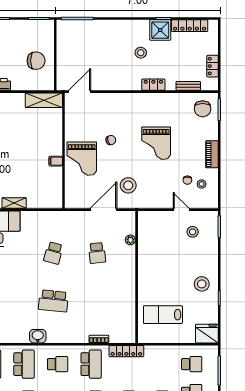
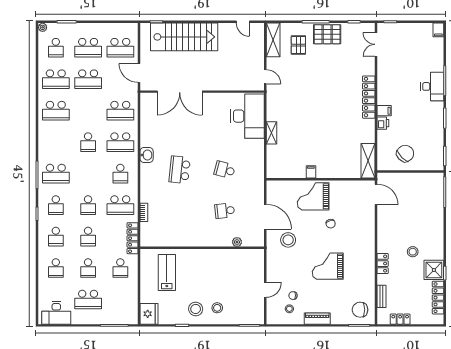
chair: (36, 61) -> (405, 153), turned -135
stool: (193, 232) -> (217, 308), moved
school desk: (192, 364) -> (120, 268), moved

